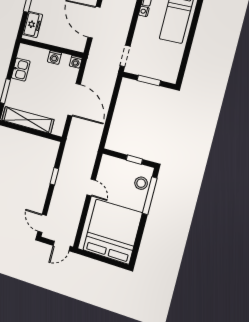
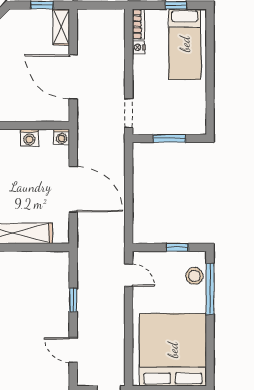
door: (91, 188) -> (129, 275), moved
door: (42, 223) -> (73, 350), moved

